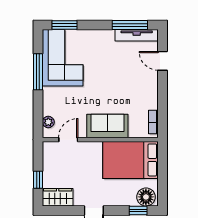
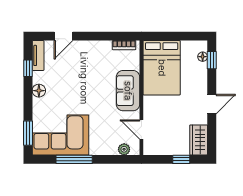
window: (130, 25) -> (28, 68), width x0.46
tv unit: (137, 35) -> (38, 55), width x0.71
floor lamp: (107, 36) -> (39, 91), added
floor lamp: (146, 197) -> (203, 57), width x0.53, depth x0.53

